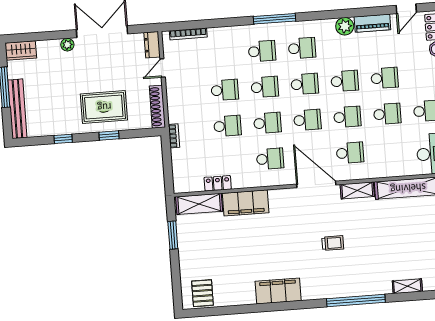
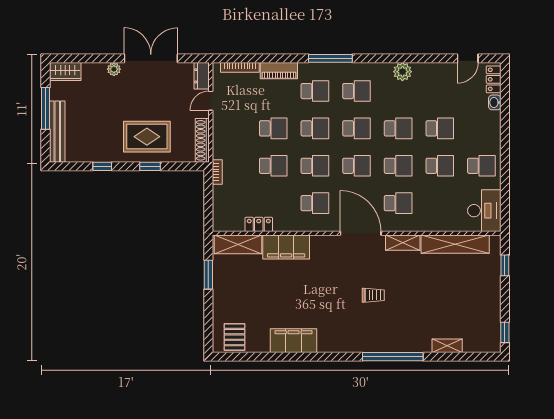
piano: (372, 23) -> (279, 71), moved
filing cabinet: (278, 291) -> (294, 341), moved

